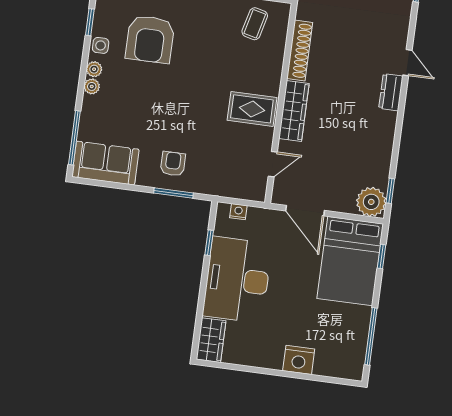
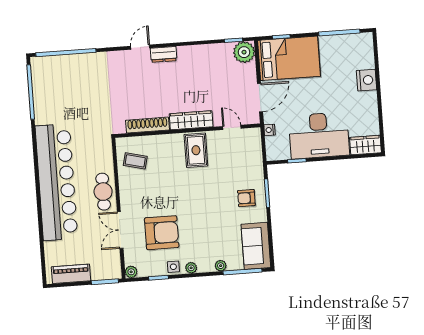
plant: (92, 86) -> (221, 266), moved
nightstand: (238, 212) -> (270, 130), moved

